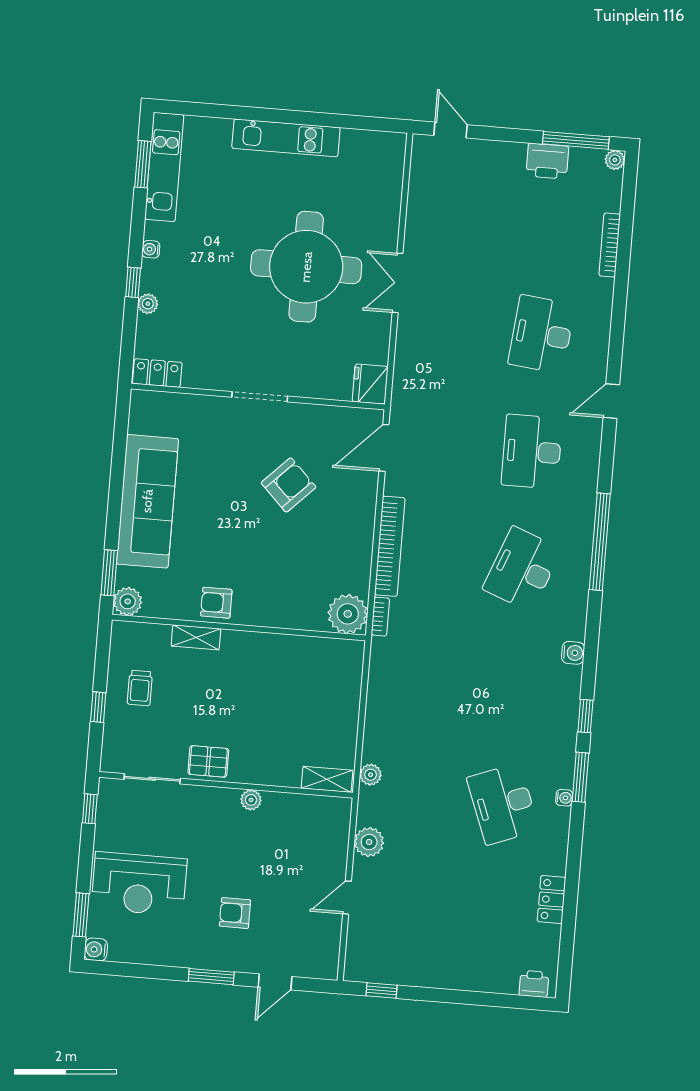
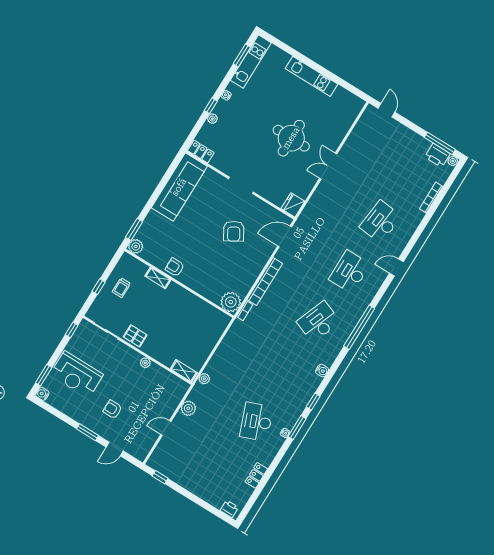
printer: (547, 161) -> (437, 155), moved
round table: (306, 267) -> (291, 138), width x0.73, depth x0.73
armchair: (289, 485) -> (234, 231), turned 104
sofa: (147, 501) -> (179, 187), moved

